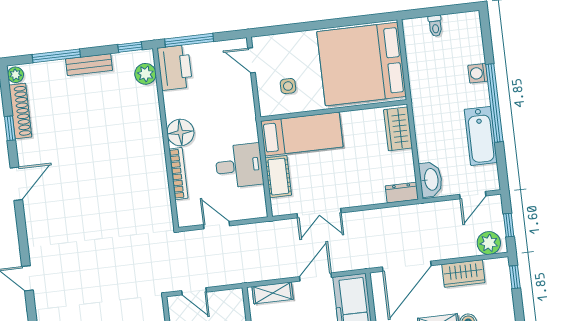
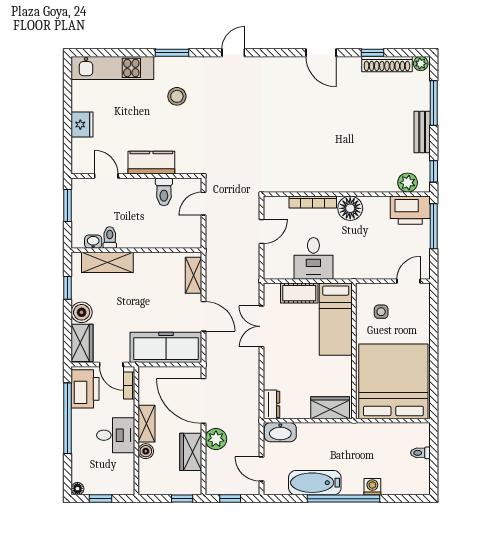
plant: (489, 243) -> (216, 439), moved

